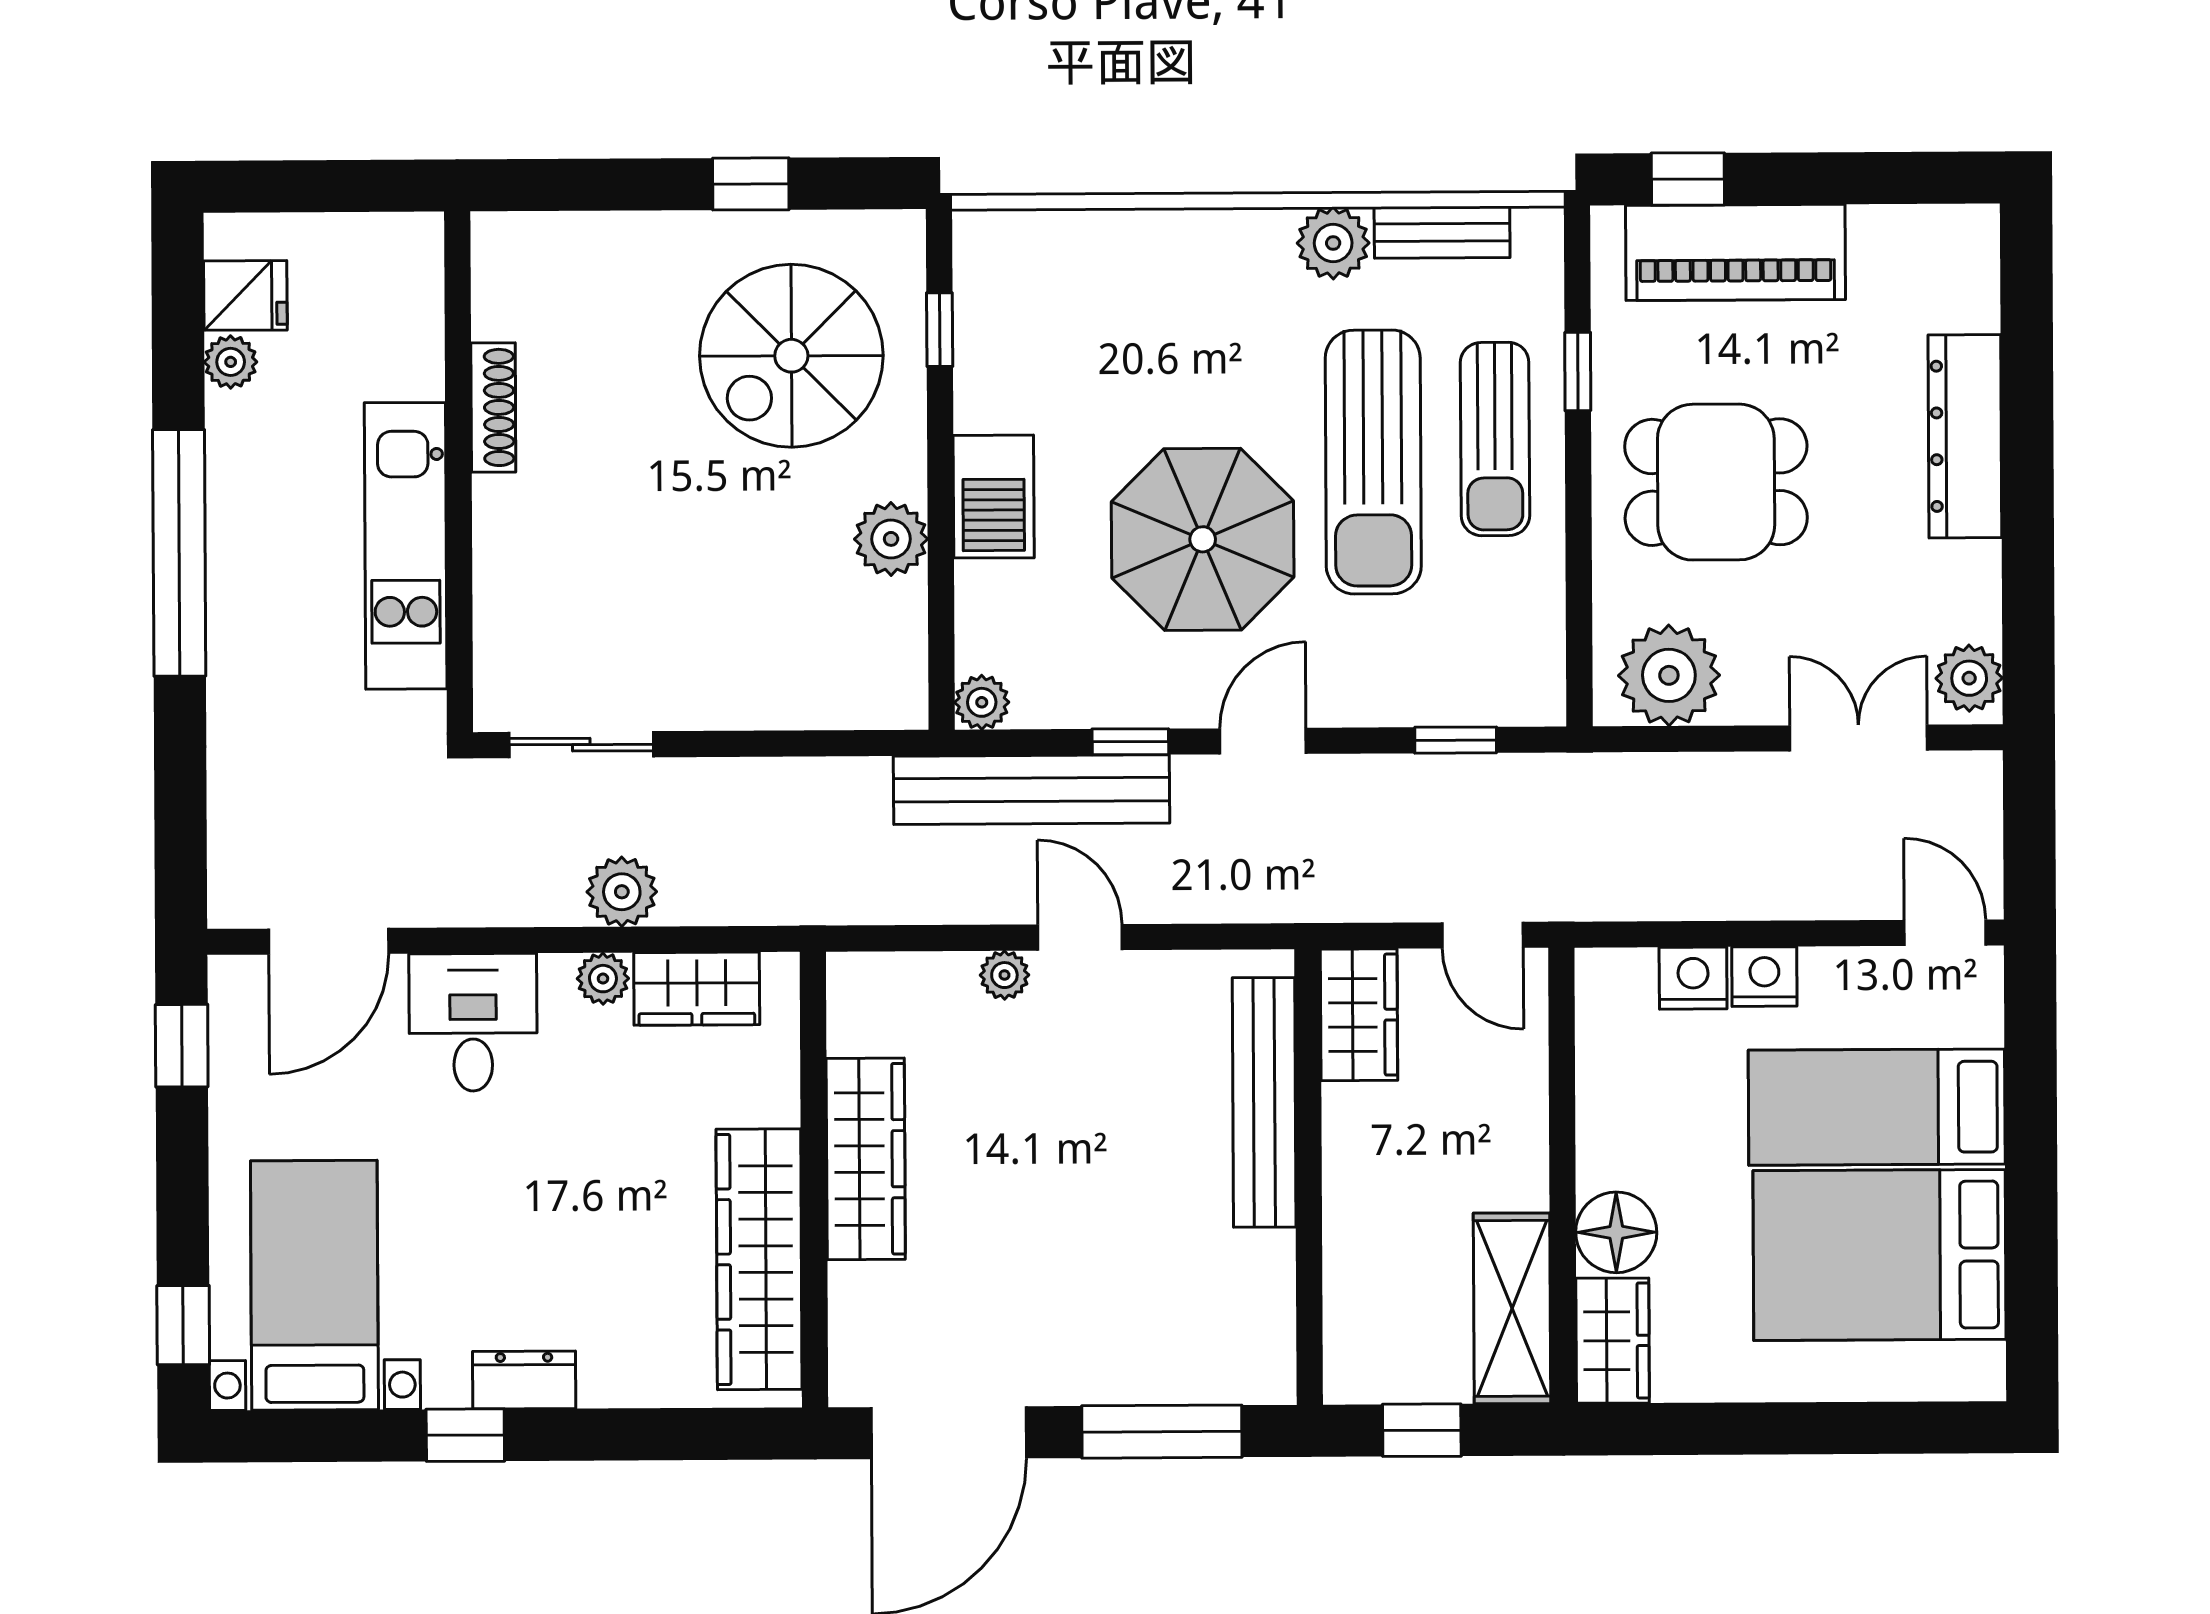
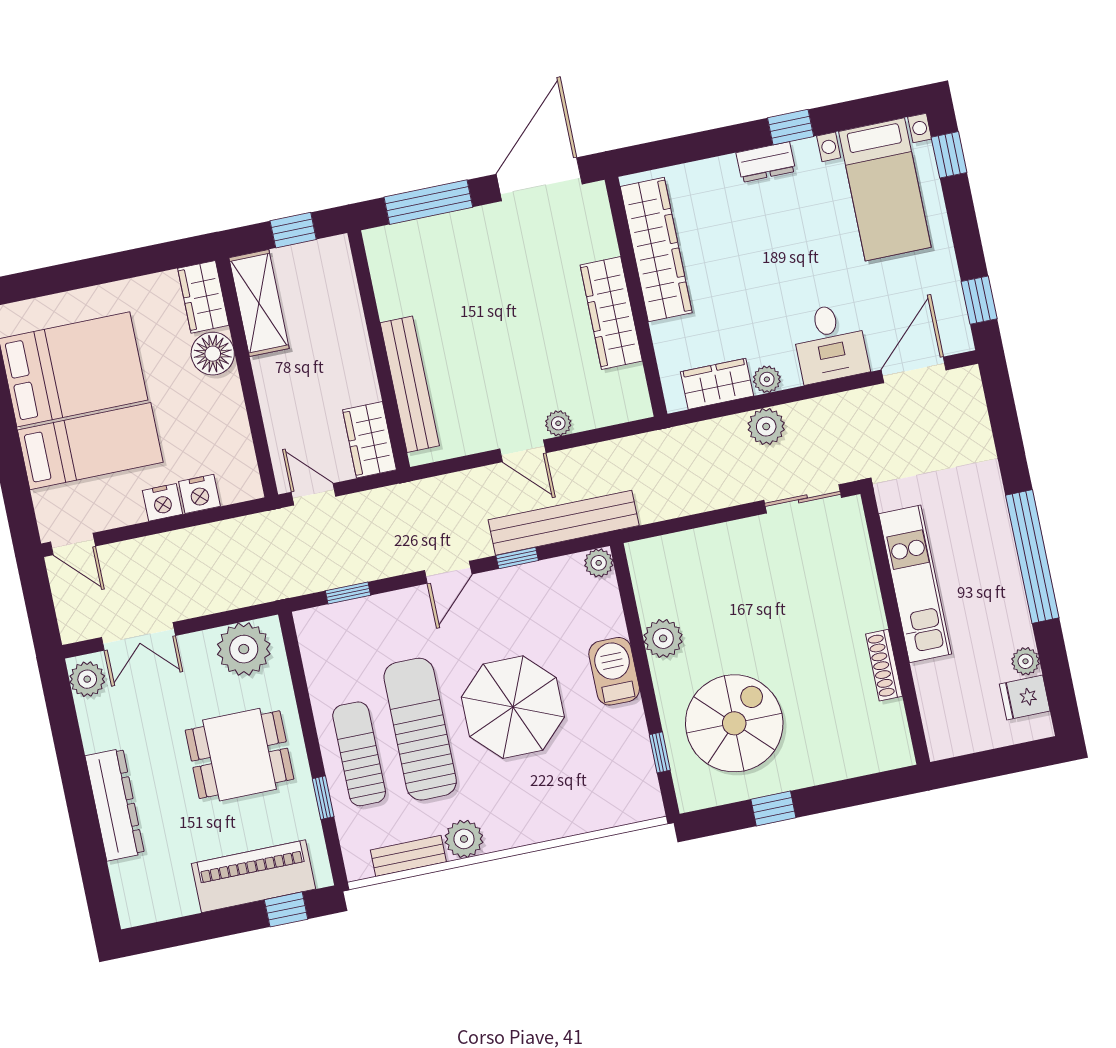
parasol: (1203, 539) -> (513, 707), moved

